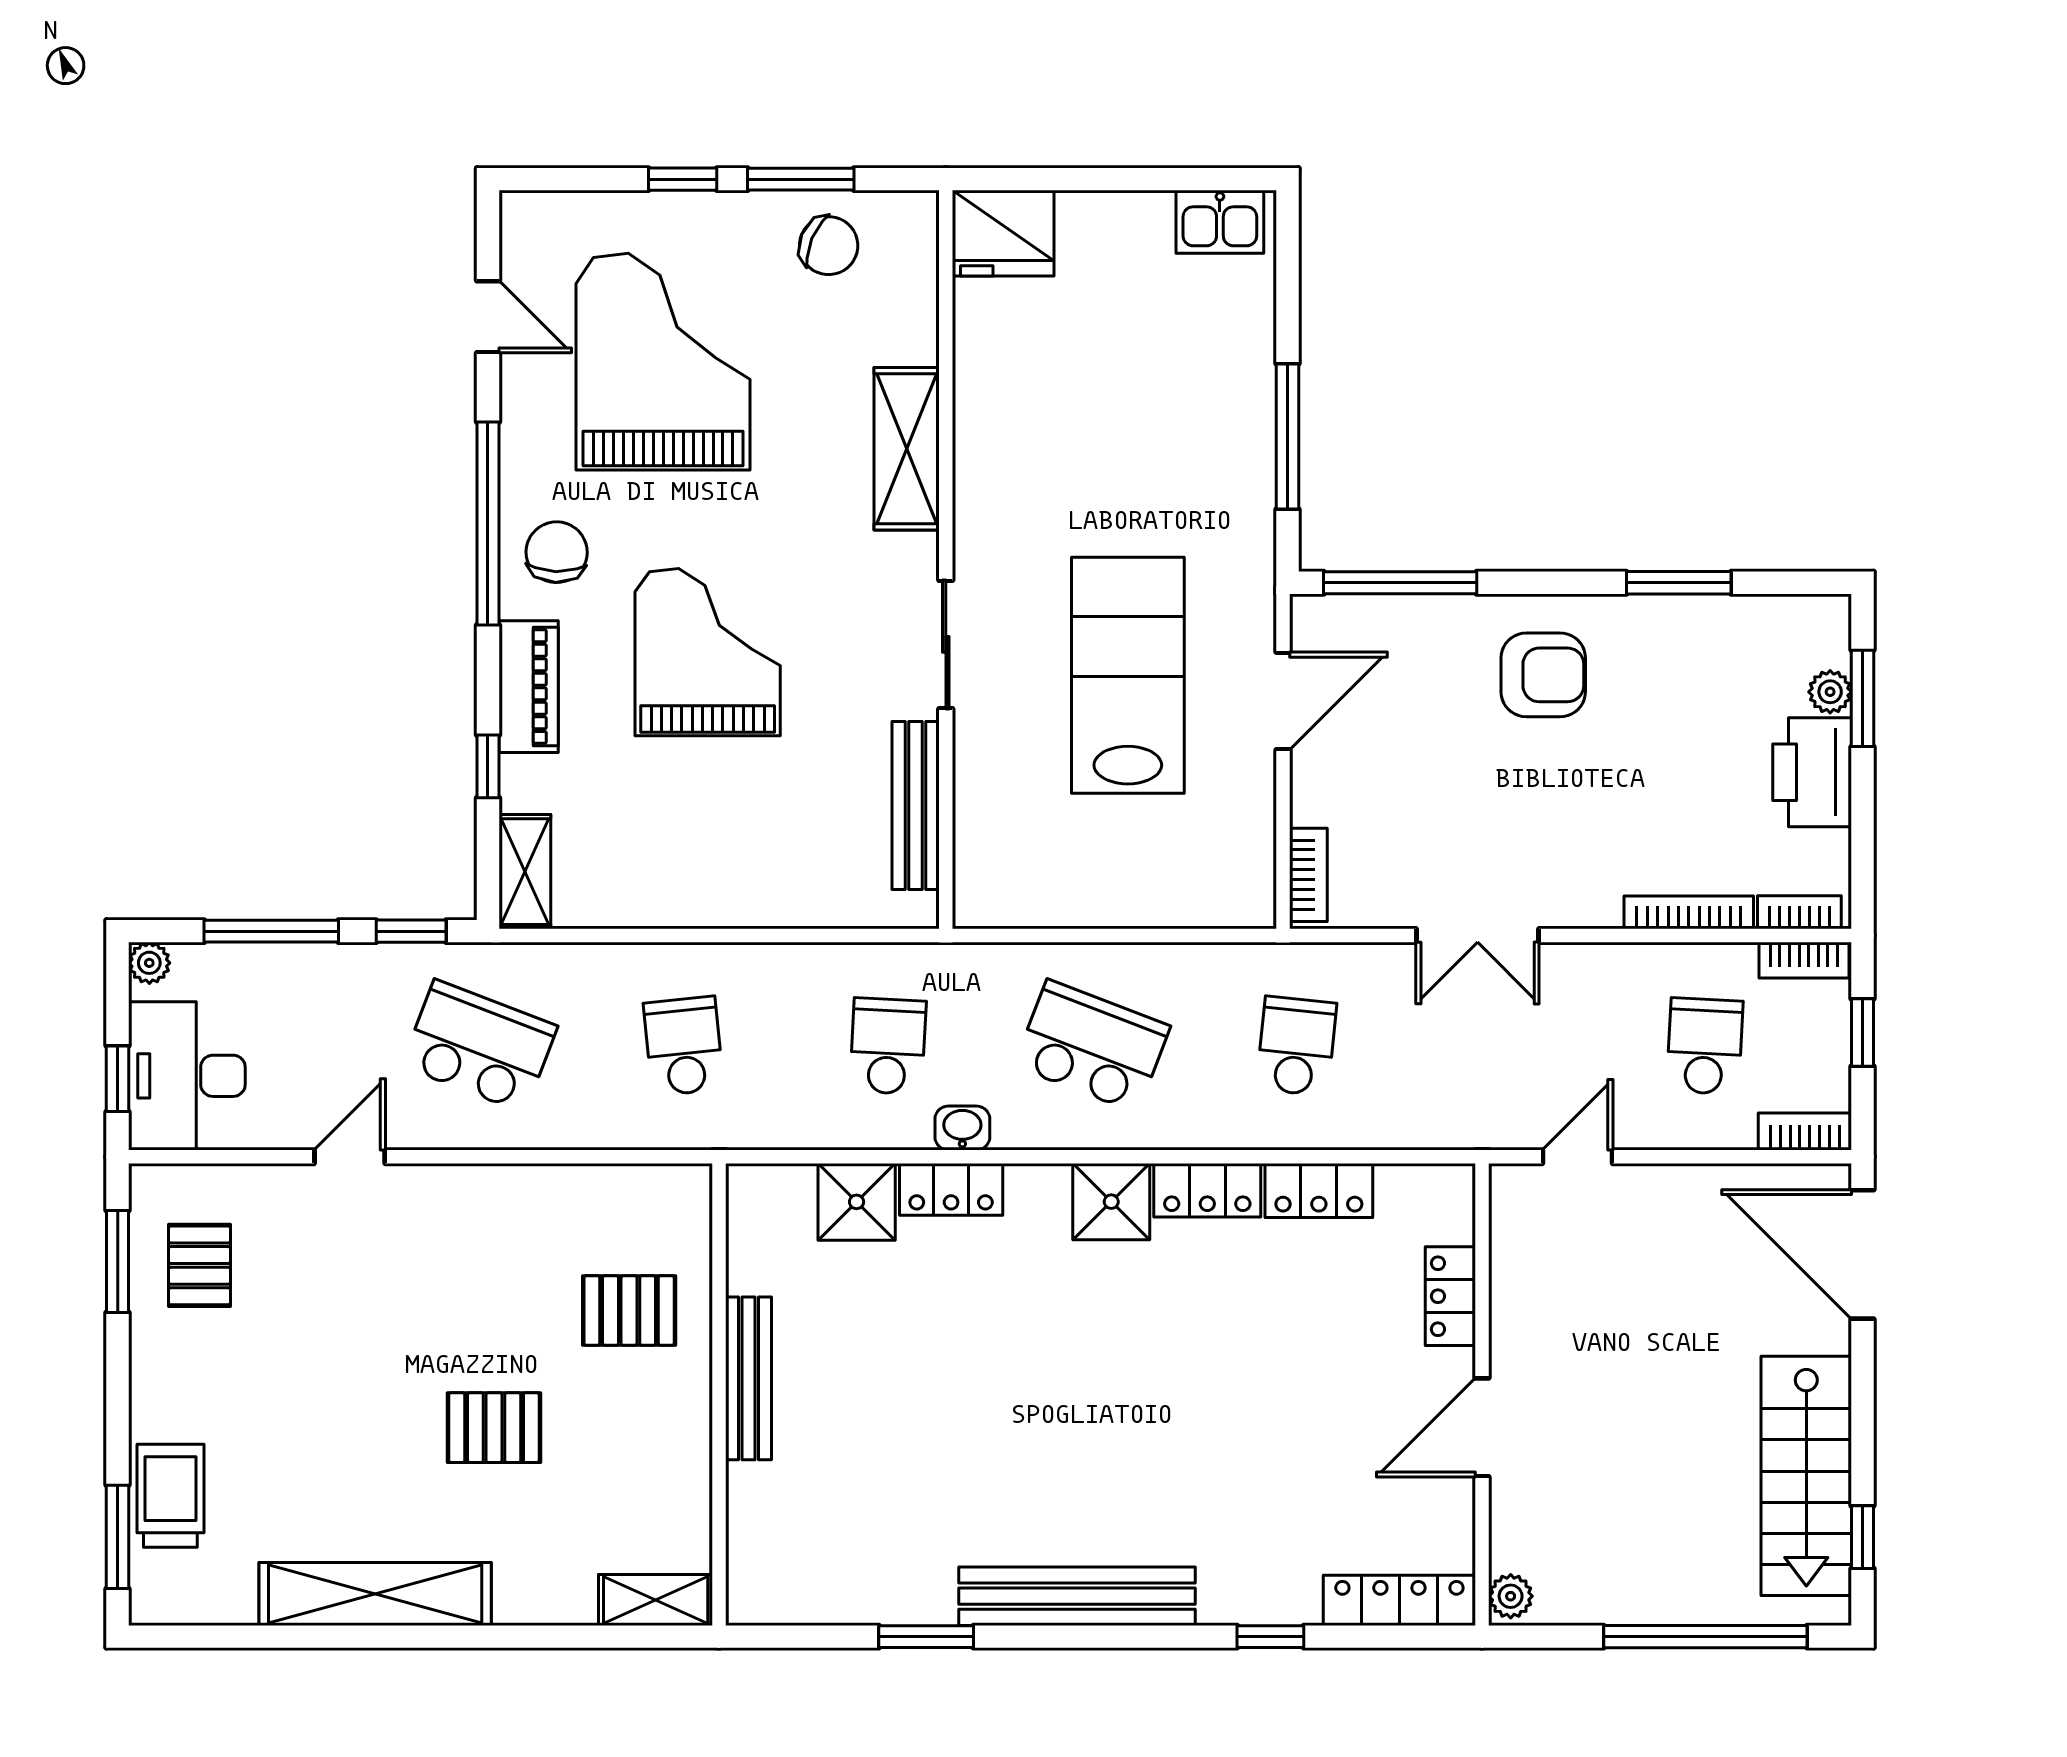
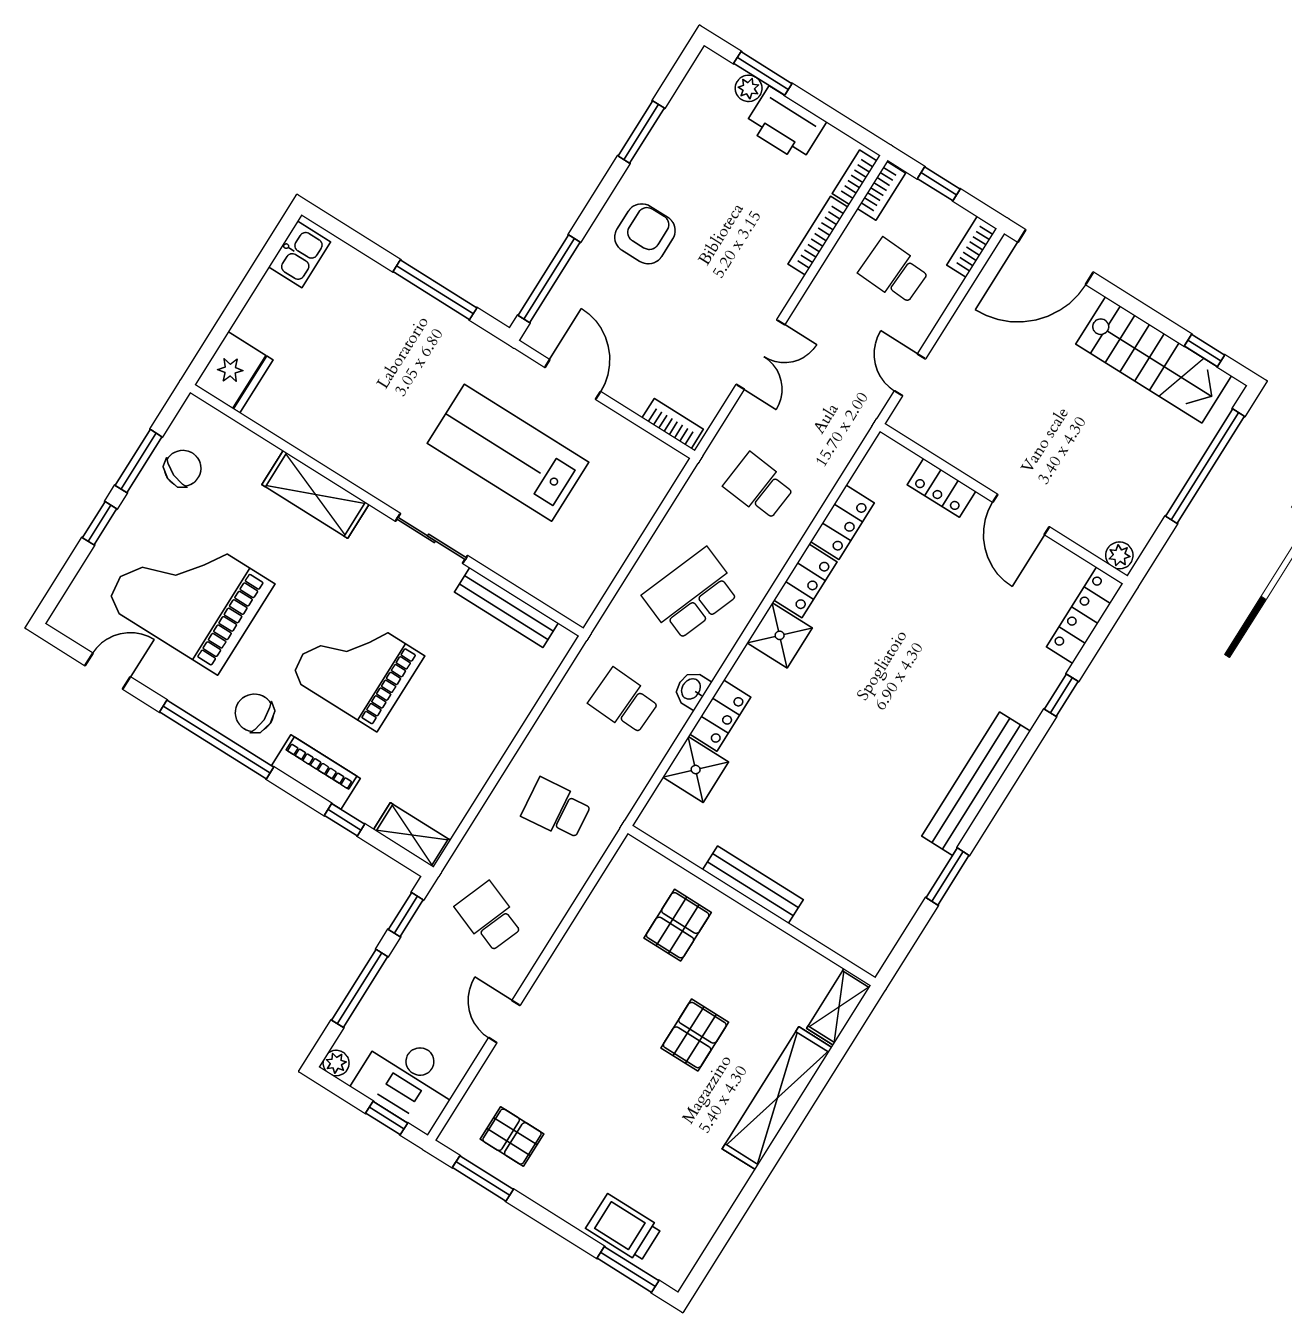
school desk: (479, 1046) -> (489, 917), width x0.54
shelving: (375, 1594) -> (777, 1098), moved

